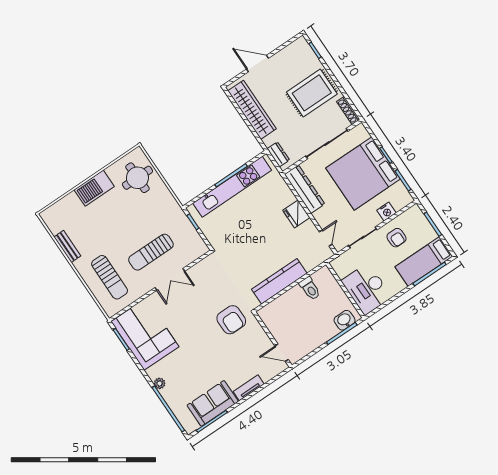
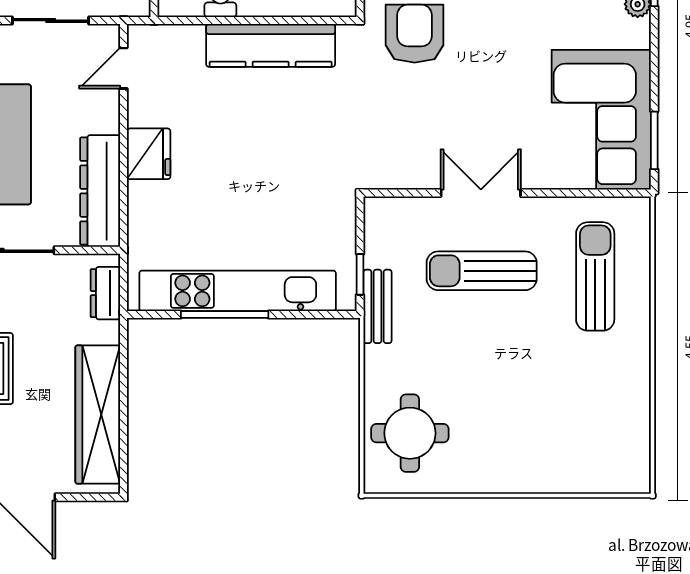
barbecue: (94, 188) -> (508, 470), removed
bench: (67, 246) -> (378, 306), moved
sun lounger: (151, 252) -> (482, 271), turned 180

